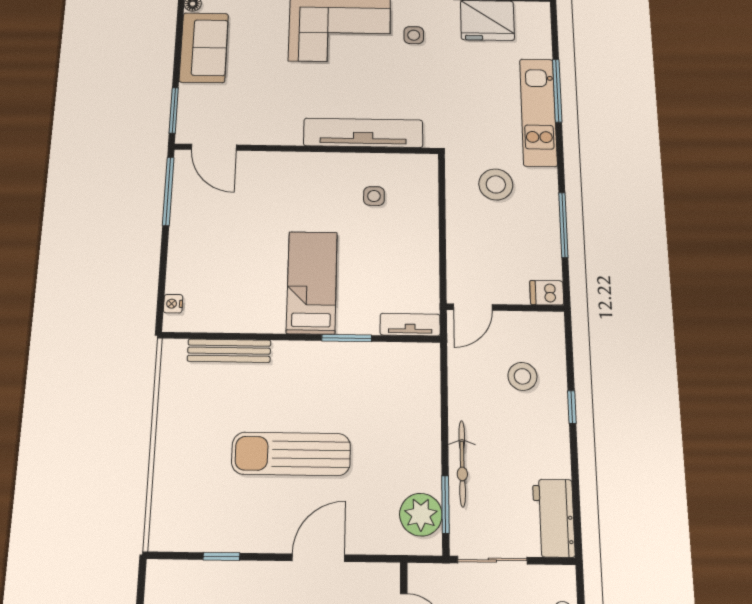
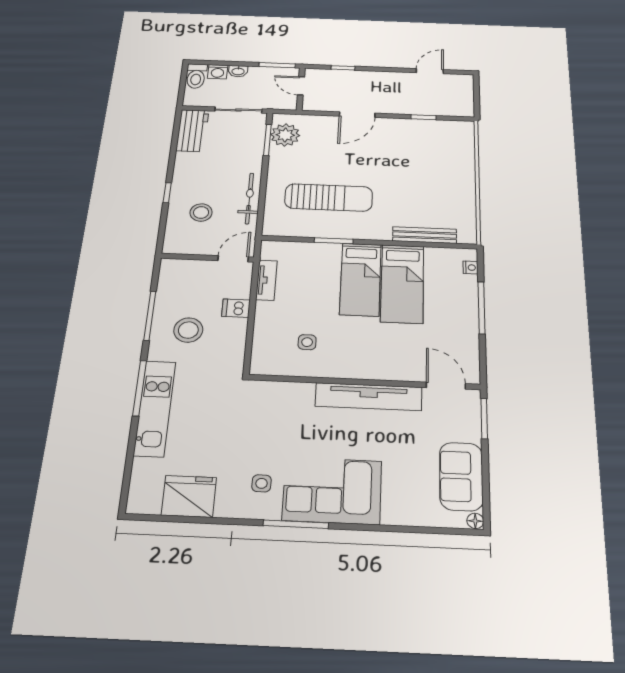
window: (557, 91) -> (140, 388), moved
tv unit: (363, 133) -> (369, 397), moved
stool: (496, 184) -> (188, 330), moved
window: (168, 191) -> (482, 308), moved
bed: (260, 278) -> (402, 284), added
dishwasher: (547, 293) -> (236, 308), moved, turned 180
tv unit: (410, 325) -> (266, 280), moved, turned -90
sun lounger: (291, 454) -> (329, 198), moved
bicycle: (462, 463) -> (249, 198), moved

